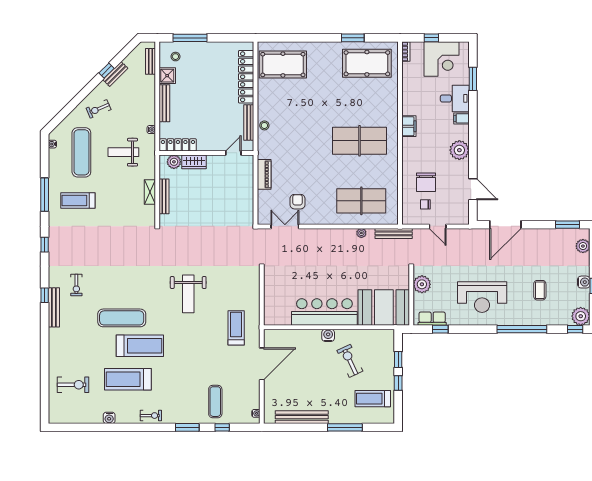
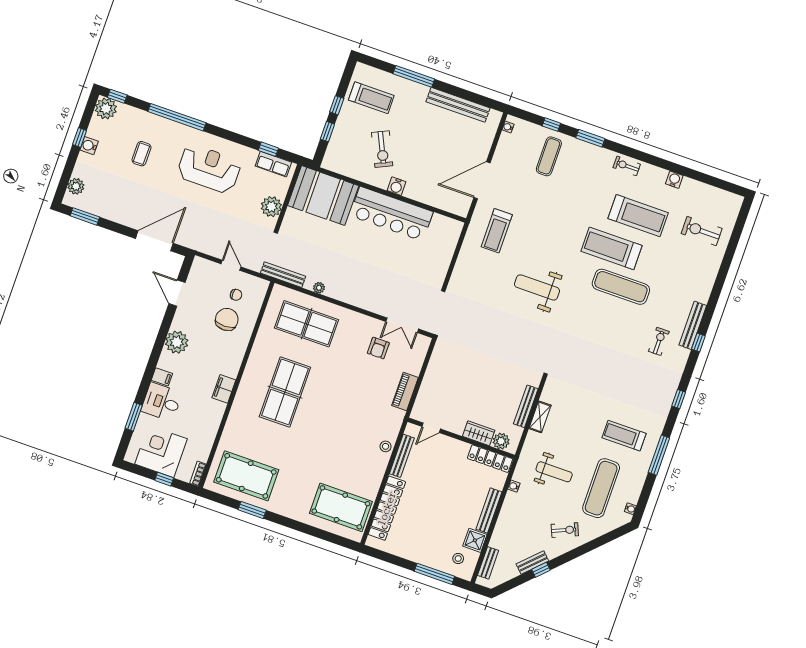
table tennis table: (359, 141) -> (285, 392), turned 90
treadmill: (78, 200) -> (624, 436), turned 180
weight bench: (188, 294) -> (537, 287), turned -90

